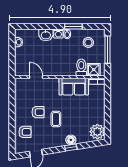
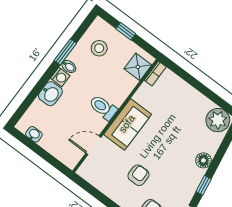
window: (107, 50) -> (126, 31), width x0.46
toilet: (81, 68) -> (103, 108), moved
sofa: (74, 87) -> (127, 124), moved
coffee table: (56, 119) -> (164, 159), removed
window: (71, 148) -> (204, 185), moved

